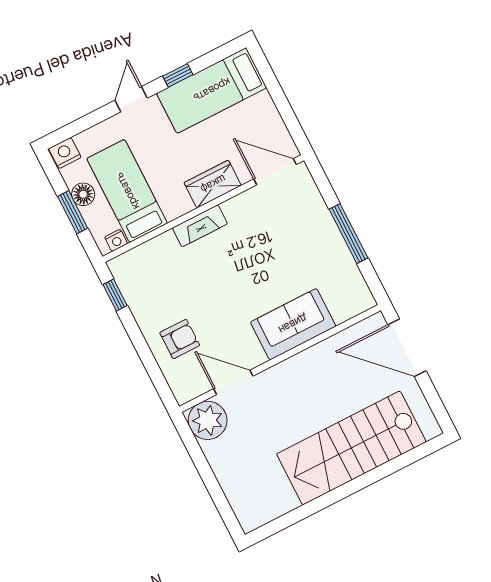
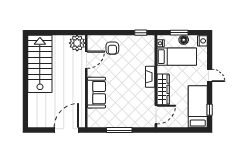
window: (178, 75) -> (210, 110), moved
wardrobe: (213, 184) -> (163, 89), width x1.50
stairs: (351, 448) -> (40, 64), moved

